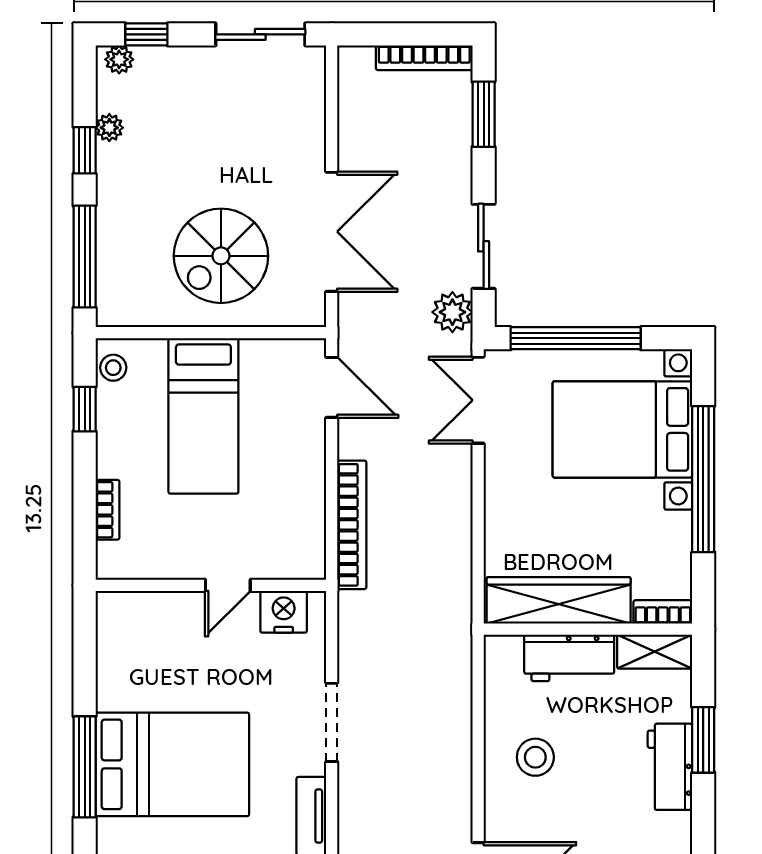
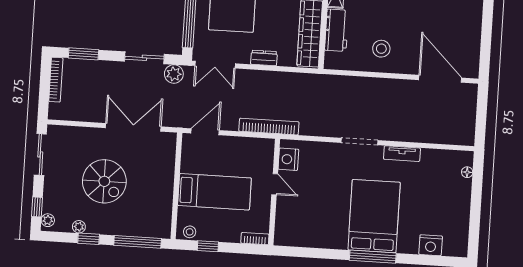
spiral stairs: (221, 256) -> (104, 181), moved
dresser: (499, 505) -> (264, 58), added
wall: (211, 585) -> (274, 192), moved
door: (228, 585) -> (275, 184), moved
nightstand: (284, 612) -> (288, 159), moved

